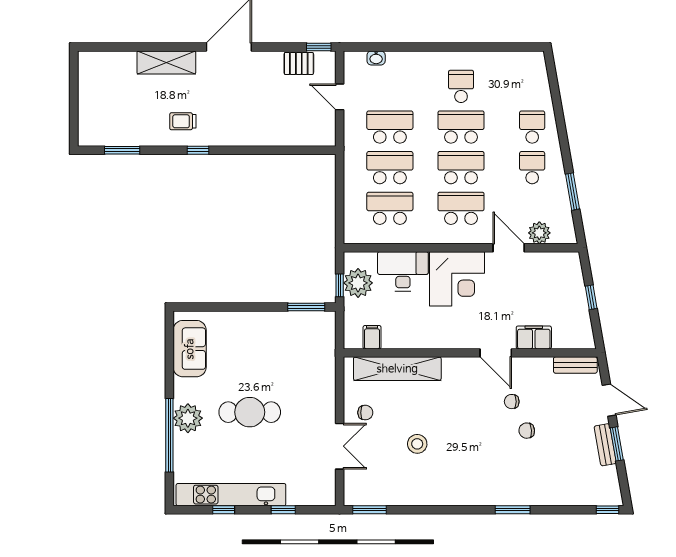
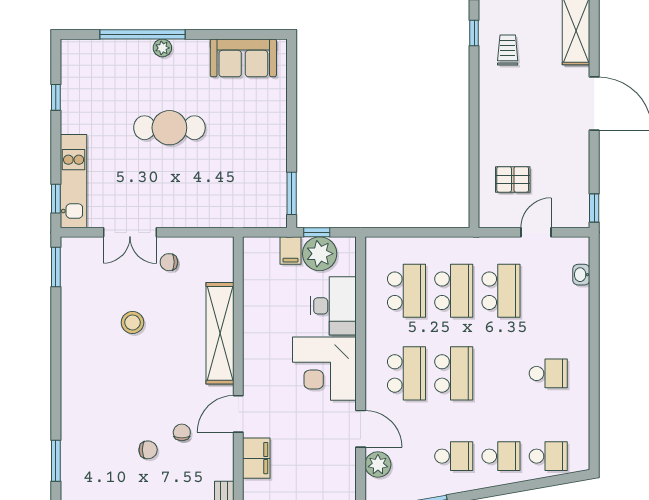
pallet: (299, 63) -> (513, 179), moved, turned 90
school desk: (461, 127) -> (548, 456), moved, width x0.54
window: (198, 150) -> (474, 33), moved
door: (509, 248) -> (361, 429), hinge flipped
filing cabinet: (372, 337) -> (290, 250), moved, turned 90
shelving: (397, 369) -> (220, 333), moved
cafe table: (250, 412) -> (169, 128), turned 90
chair: (365, 413) -> (169, 262), turned 90
plant: (188, 418) -> (162, 48), width x0.53, depth x0.53
chair: (527, 431) -> (148, 450), turned 92
kitchen unit: (231, 495) -> (74, 181), moved, width x0.73
window: (283, 510) -> (56, 199), moved
window: (513, 510) -> (56, 461), moved

